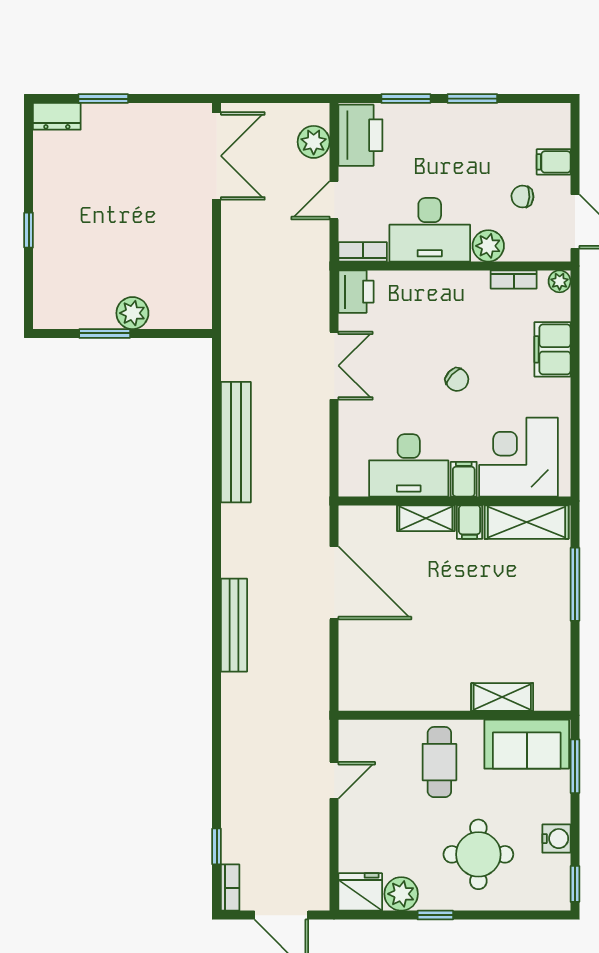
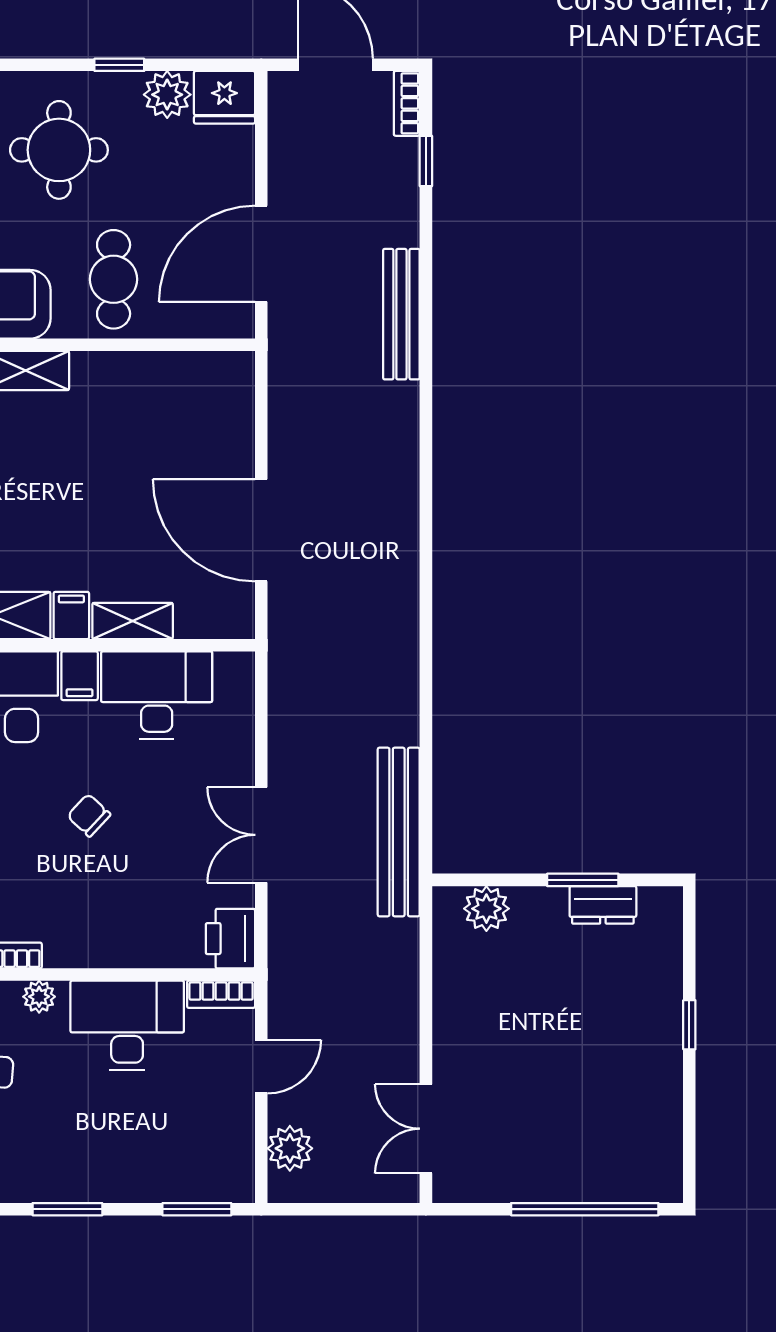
window: (103, 99) -> (585, 1209), width x2.11
window: (406, 99) -> (197, 1209), moved
dresser: (57, 116) -> (603, 905), moved, turned 180
printer: (360, 135) -> (224, 1158), removed
double door: (217, 156) -> (426, 1129), width x0.73
plant: (488, 246) -> (39, 997), width x0.73, depth x0.73
plant: (132, 313) -> (486, 909), moved
bench: (236, 442) -> (399, 832), moved
bench: (234, 625) -> (401, 314), moved
door: (334, 780) -> (261, 254), width x1.88

